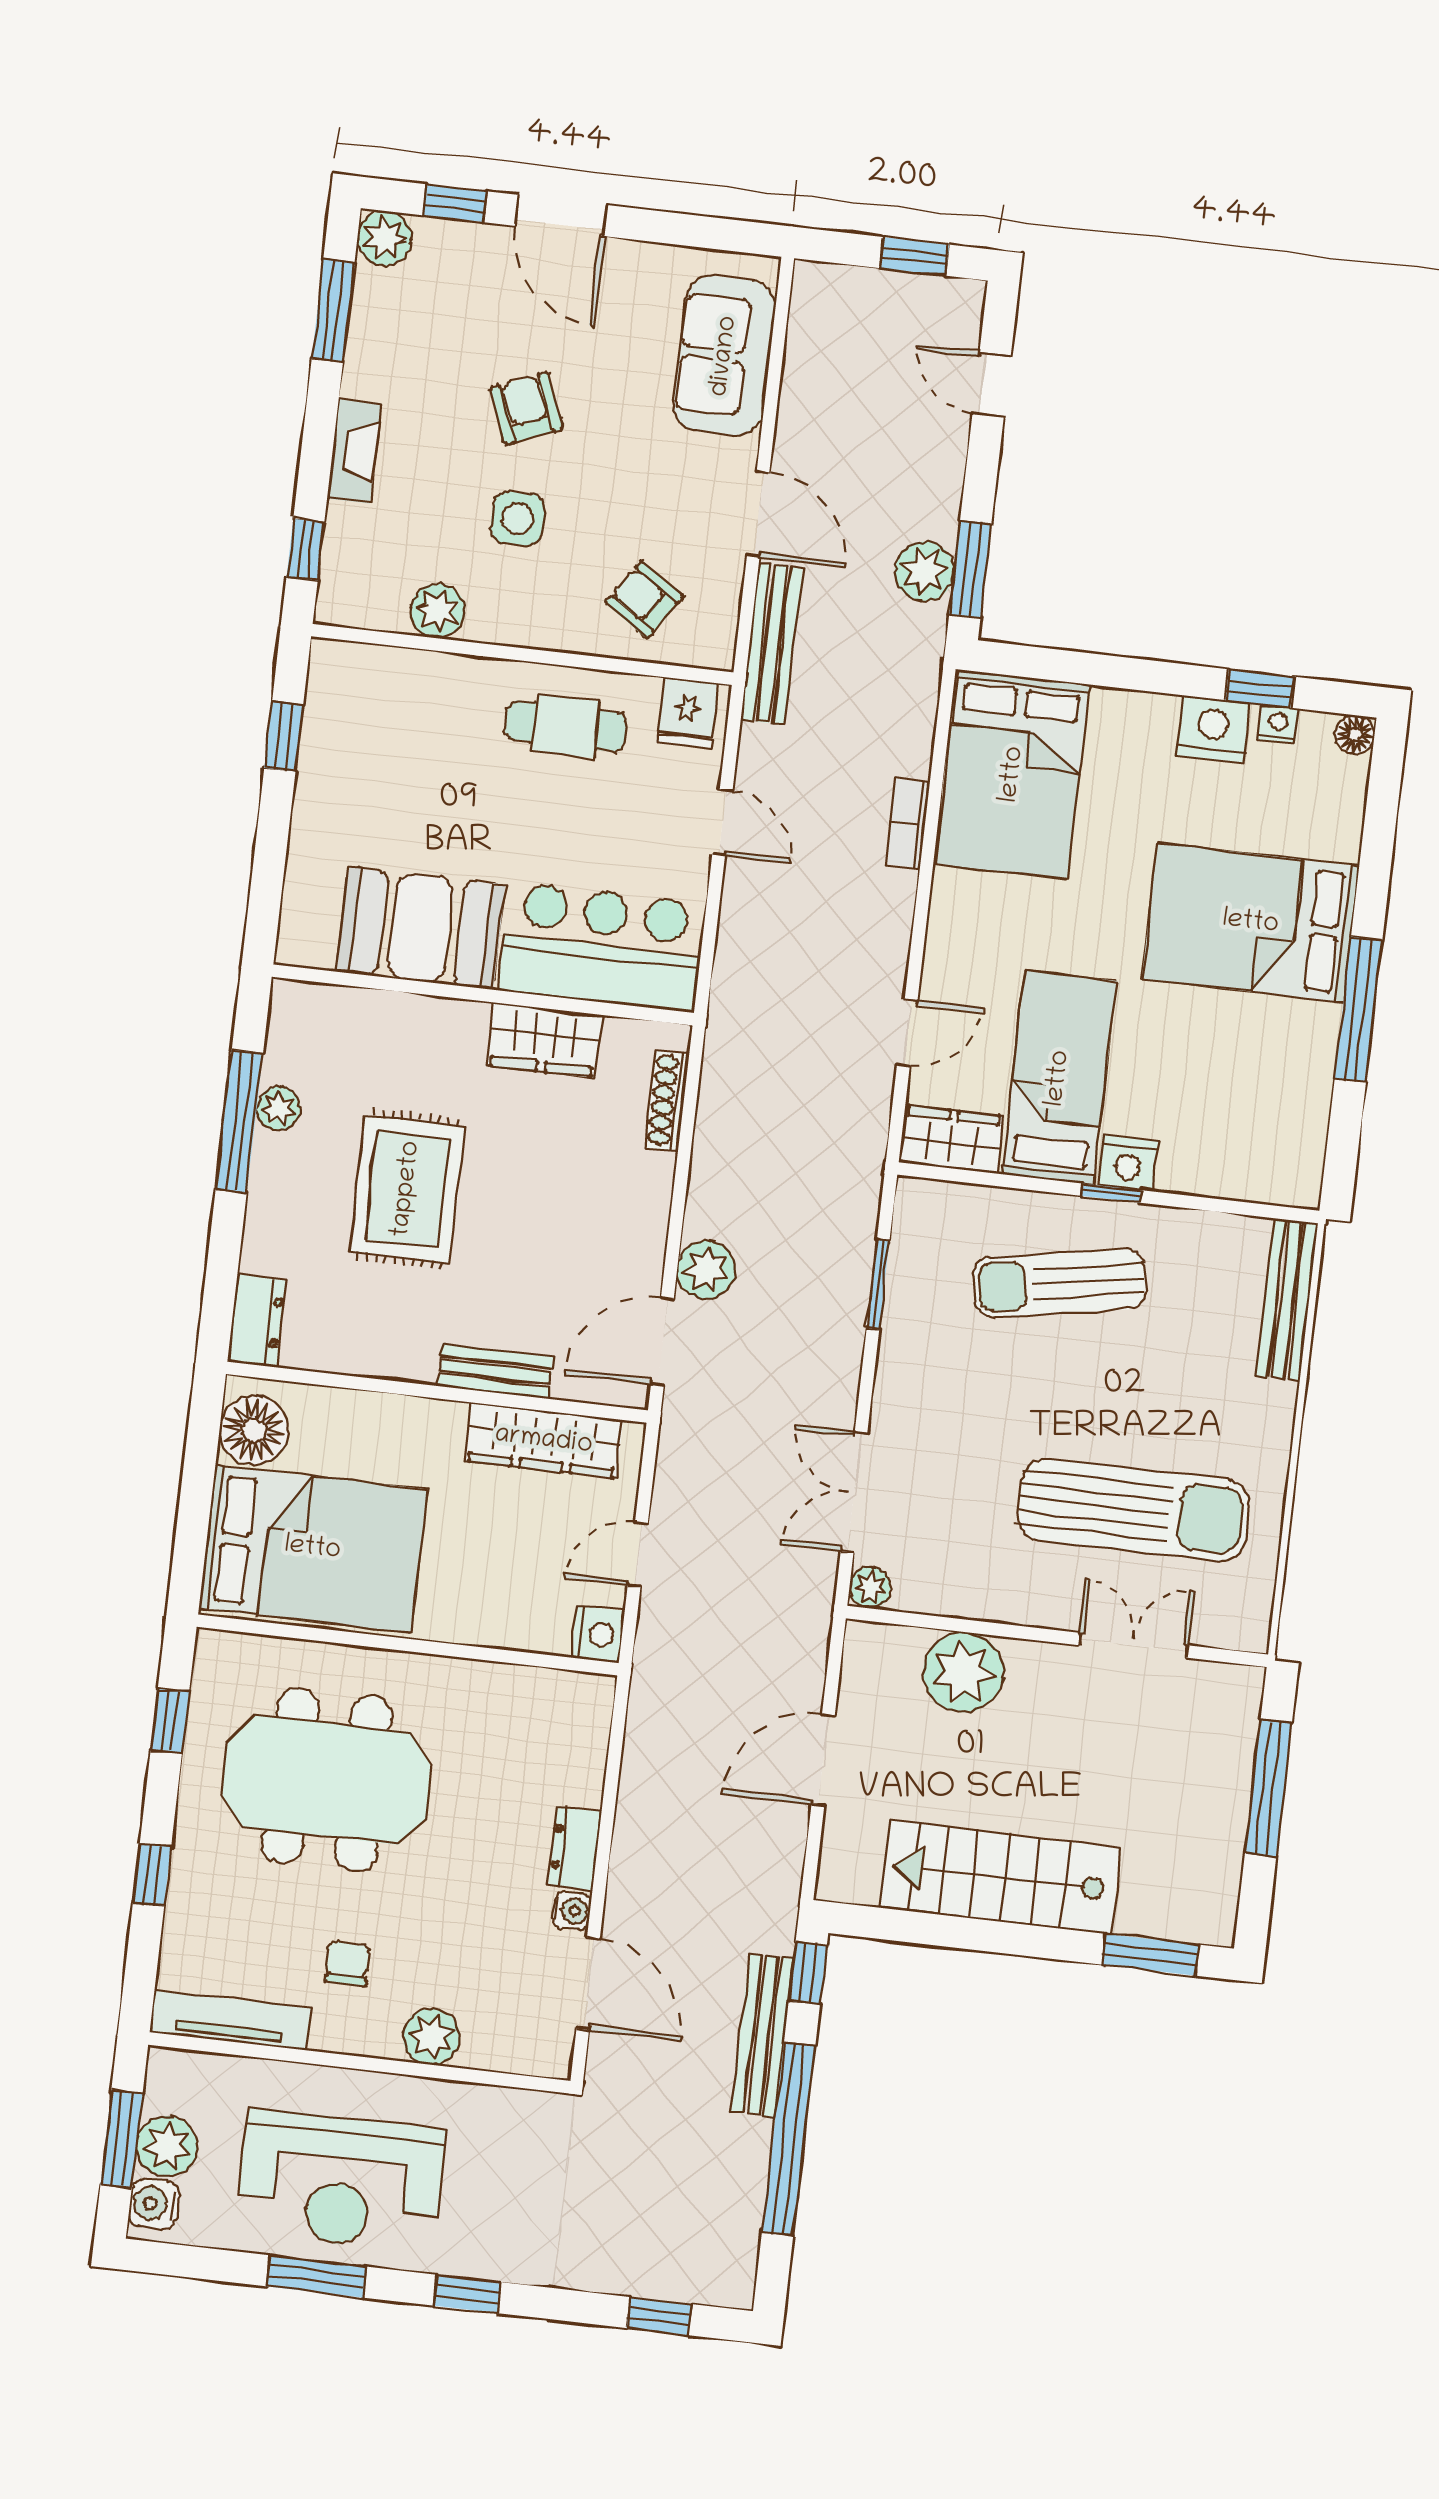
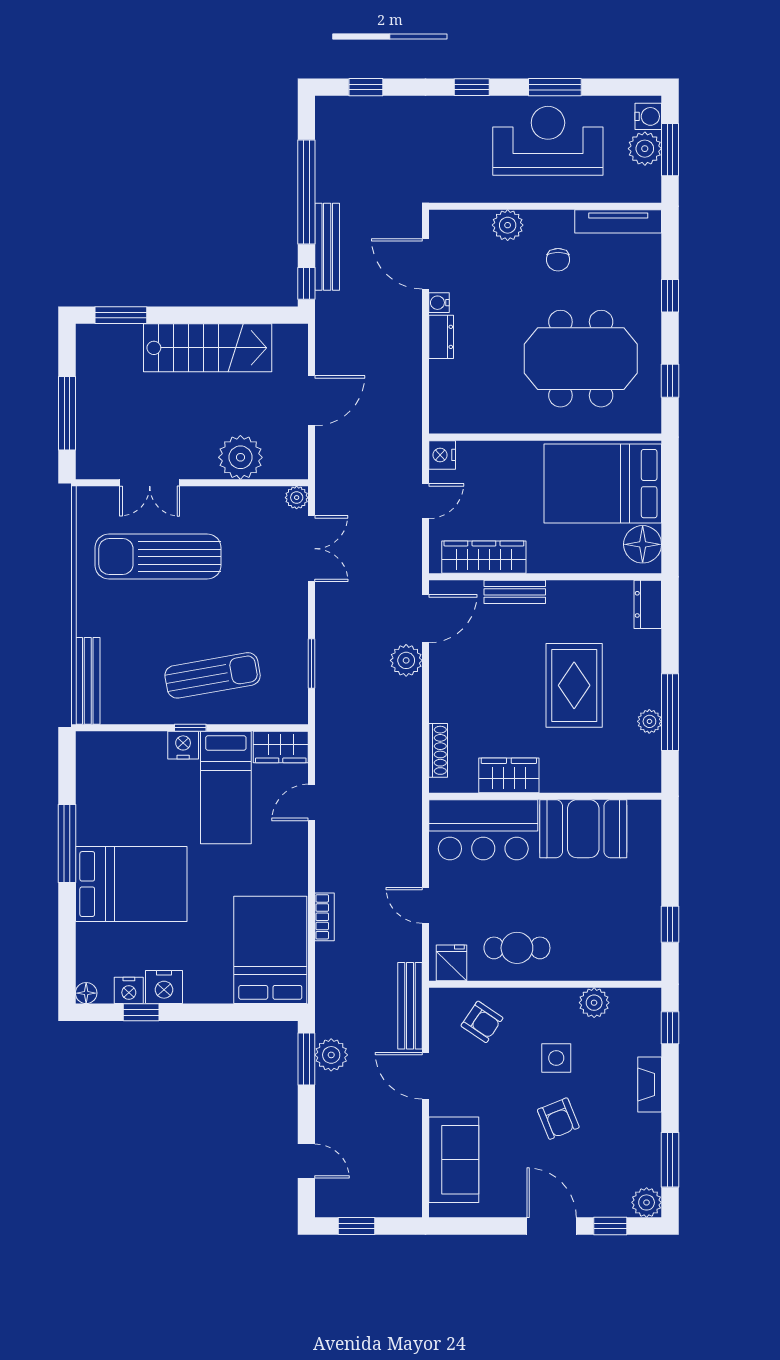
nightstand: (1278, 724) -> (129, 990), width x1.39, depth x1.35

